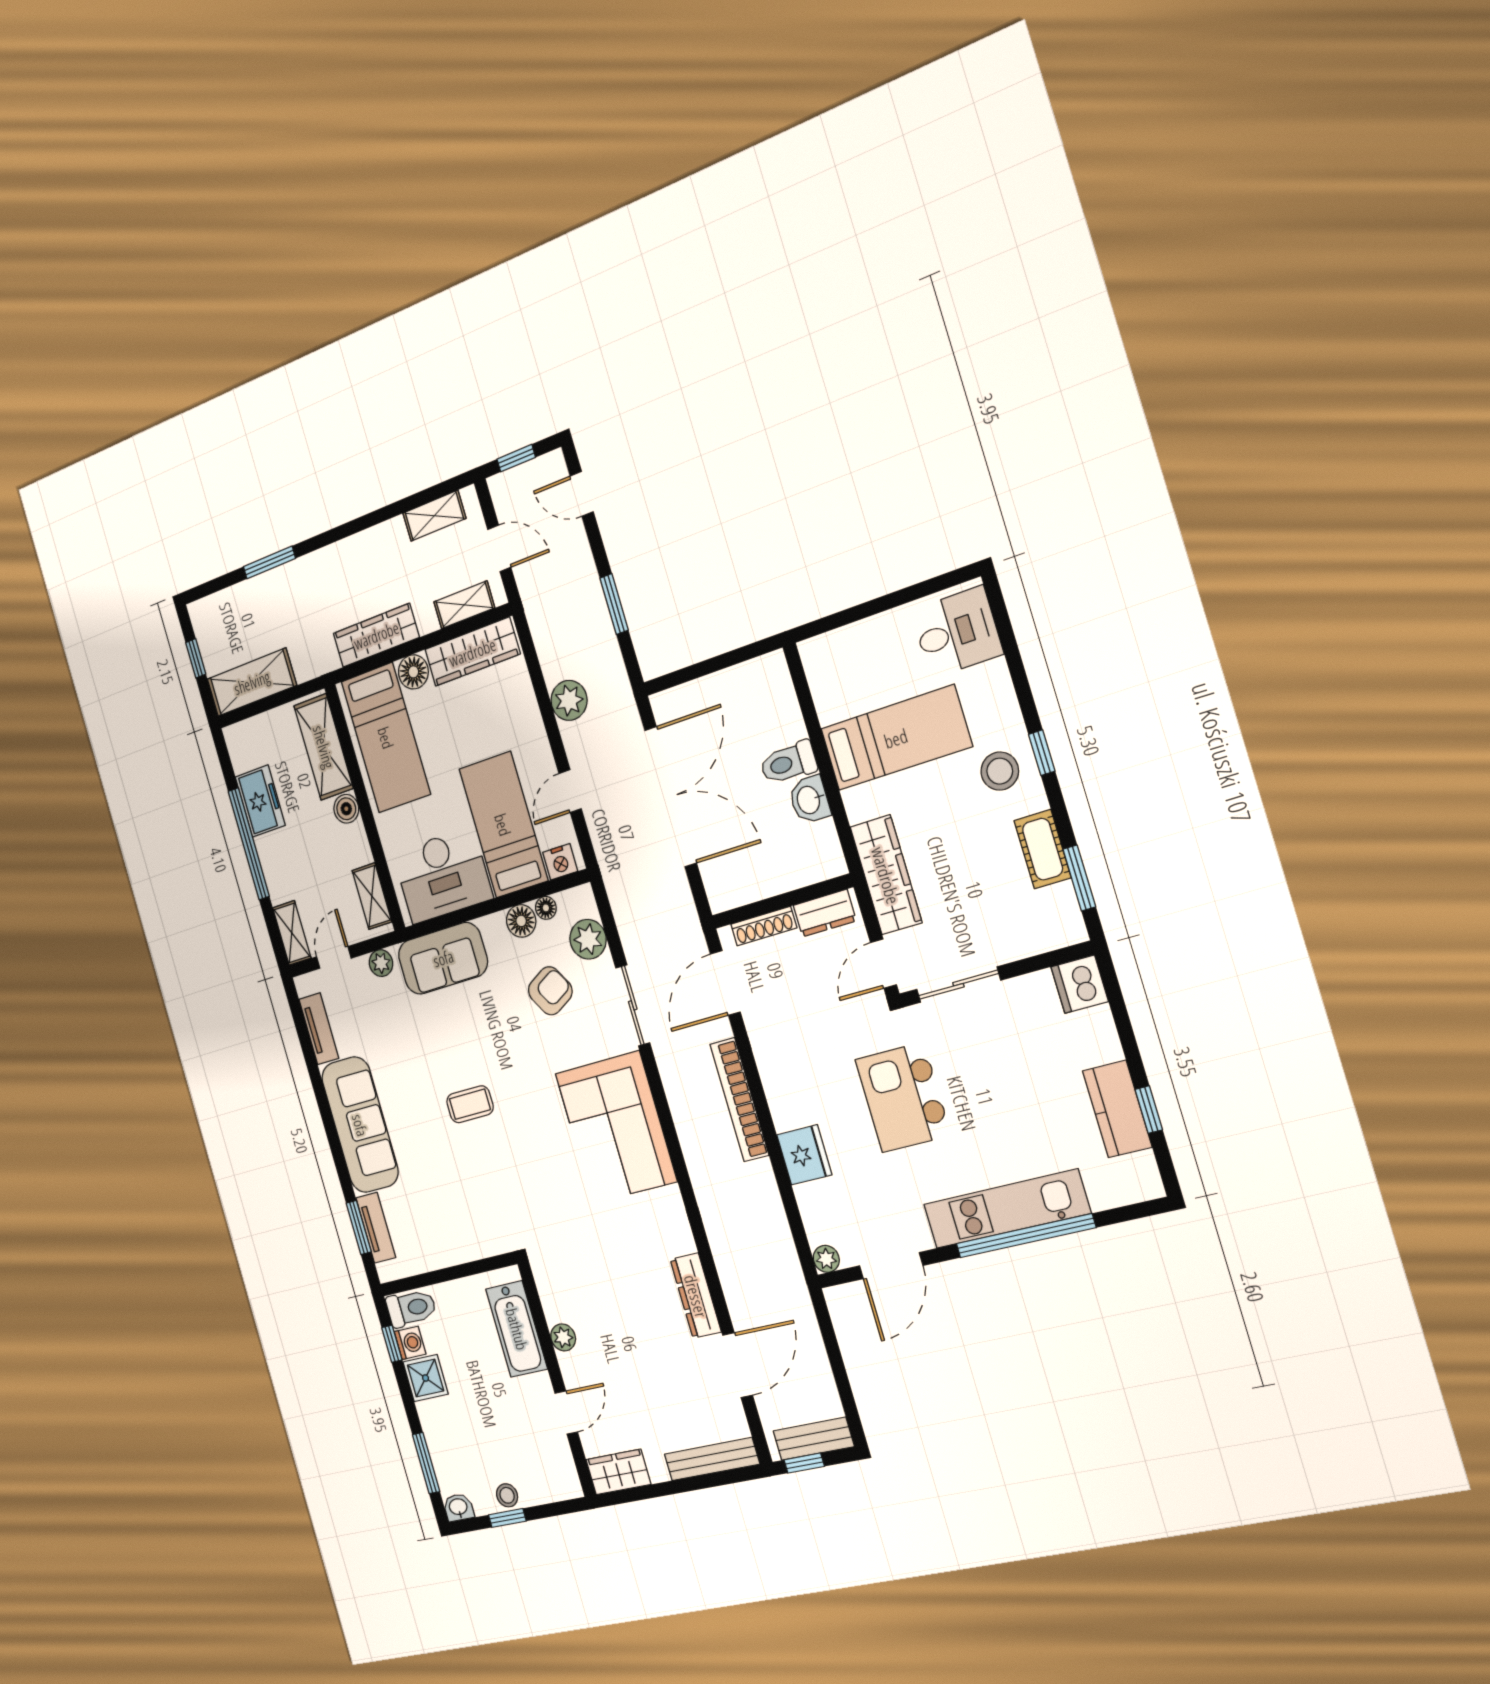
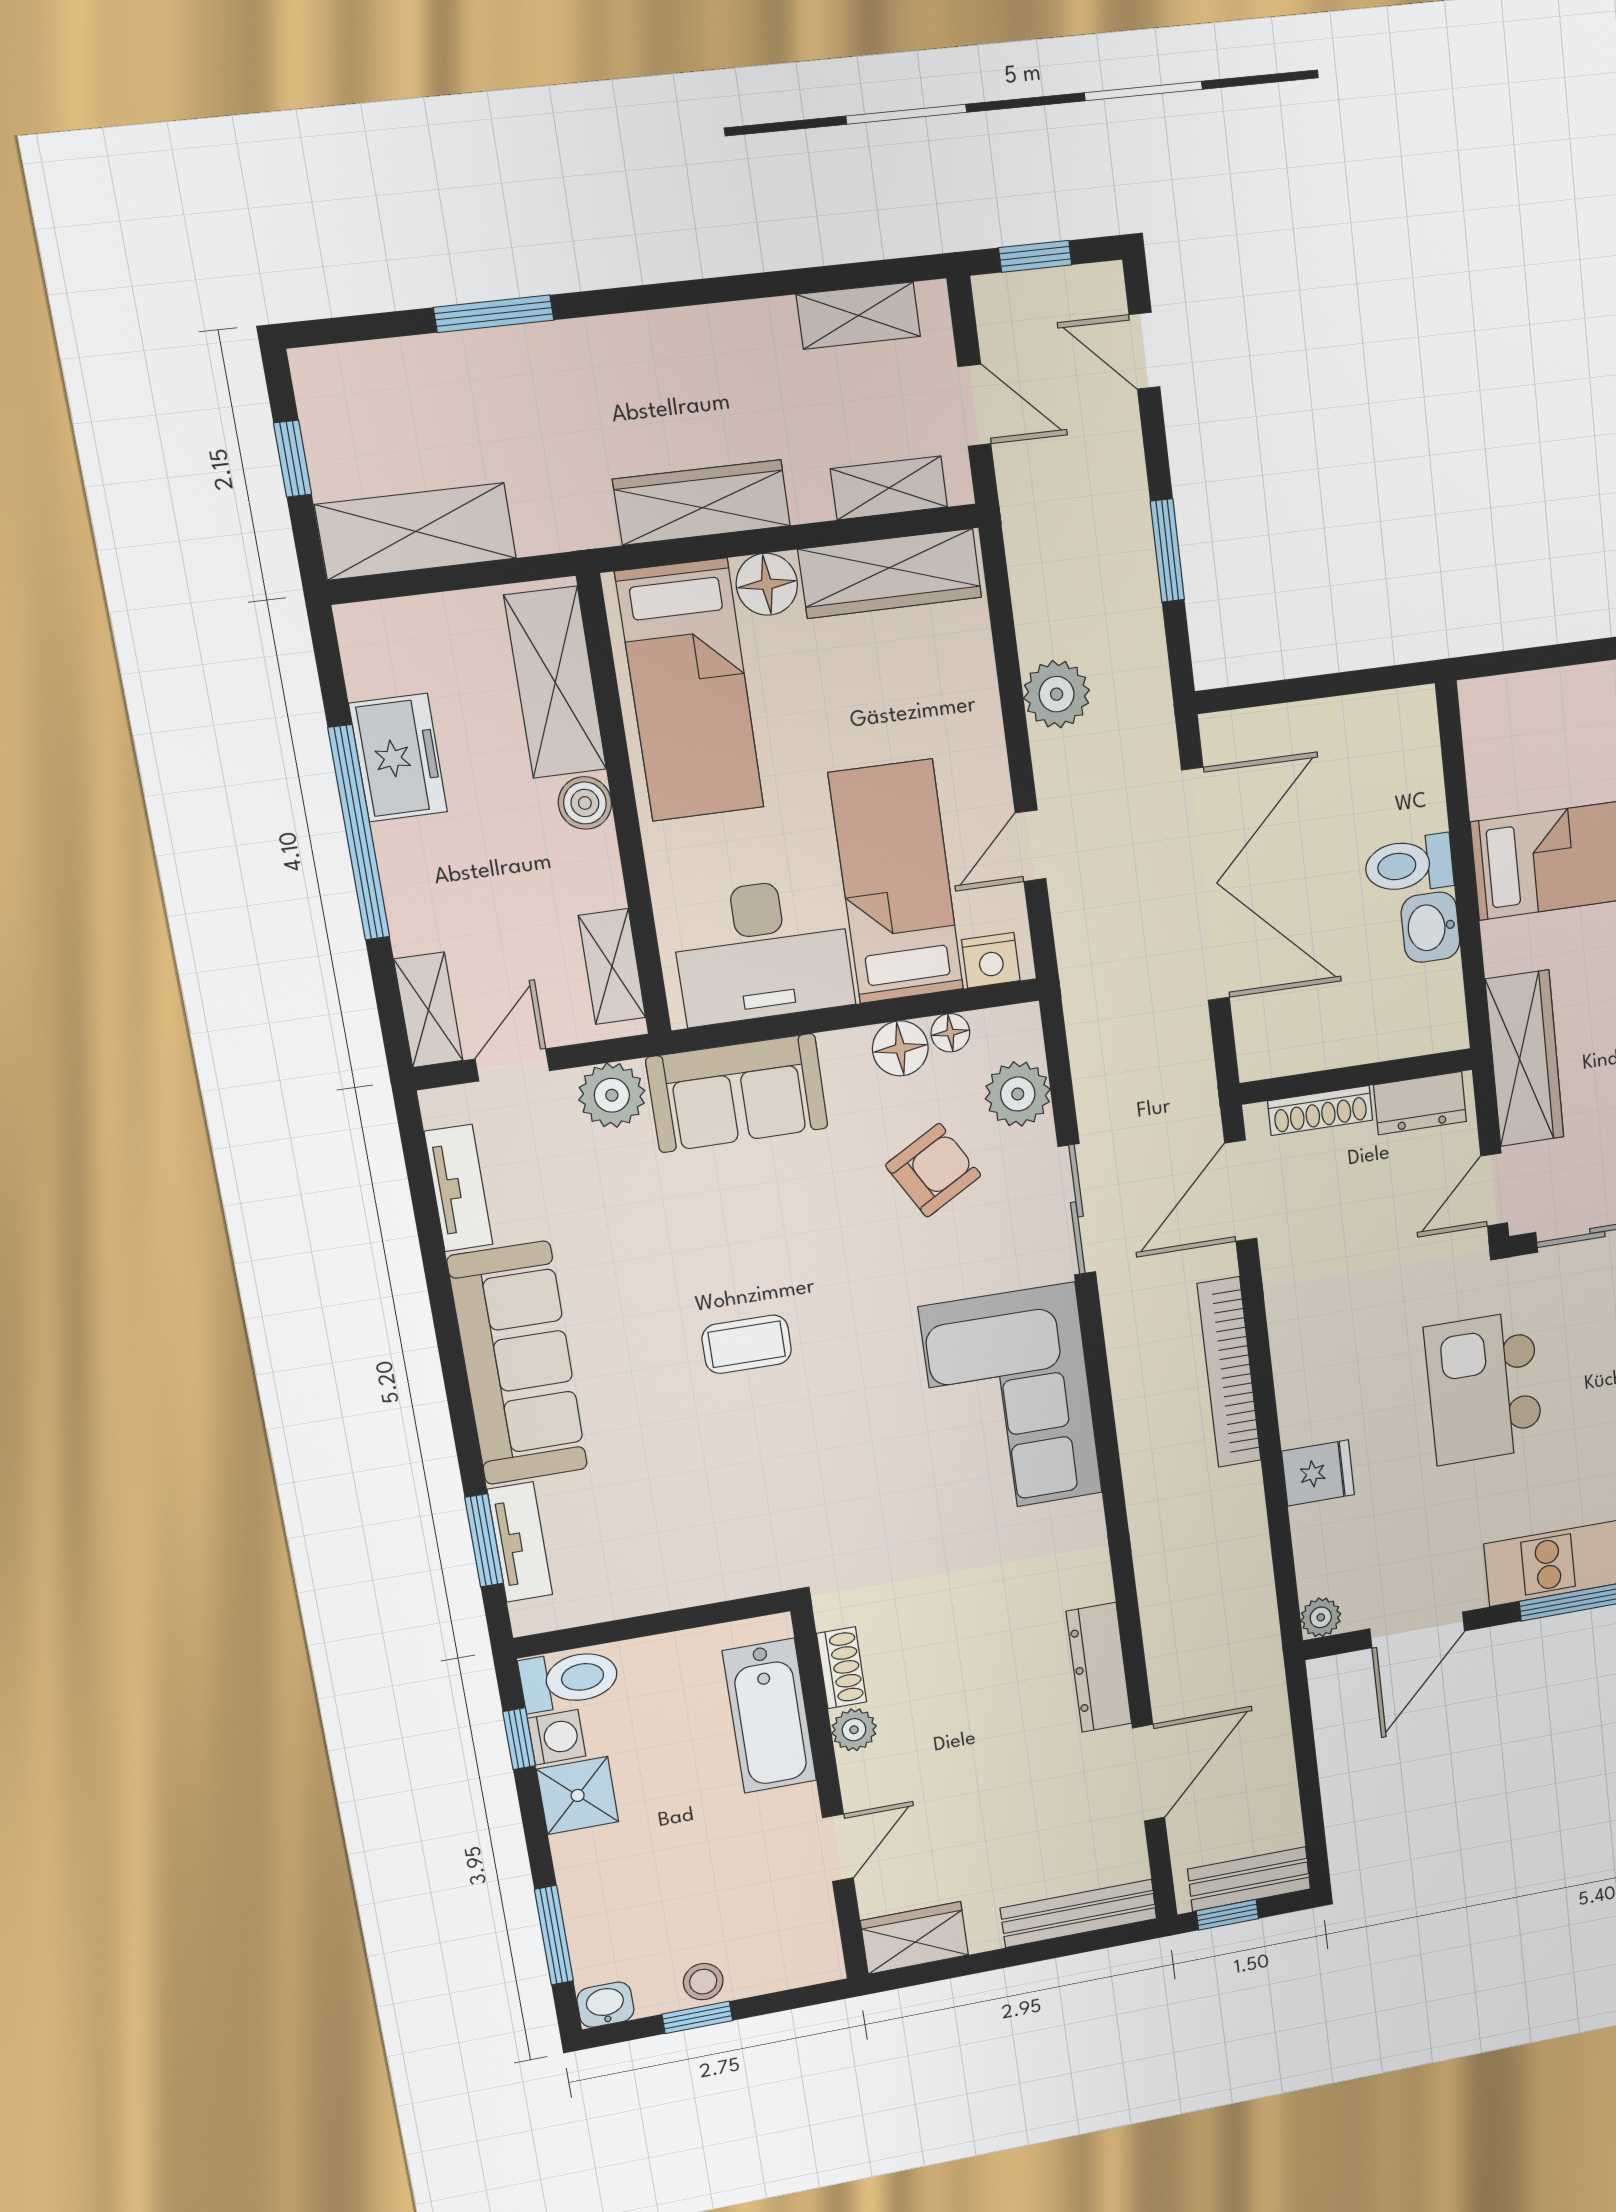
plant: (381, 963) -> (612, 1095), width x1.38, depth x1.38
fridge: (804, 1155) -> (1318, 1473), width x0.72
shoe rack: (550, 1298) -> (842, 1668), added

